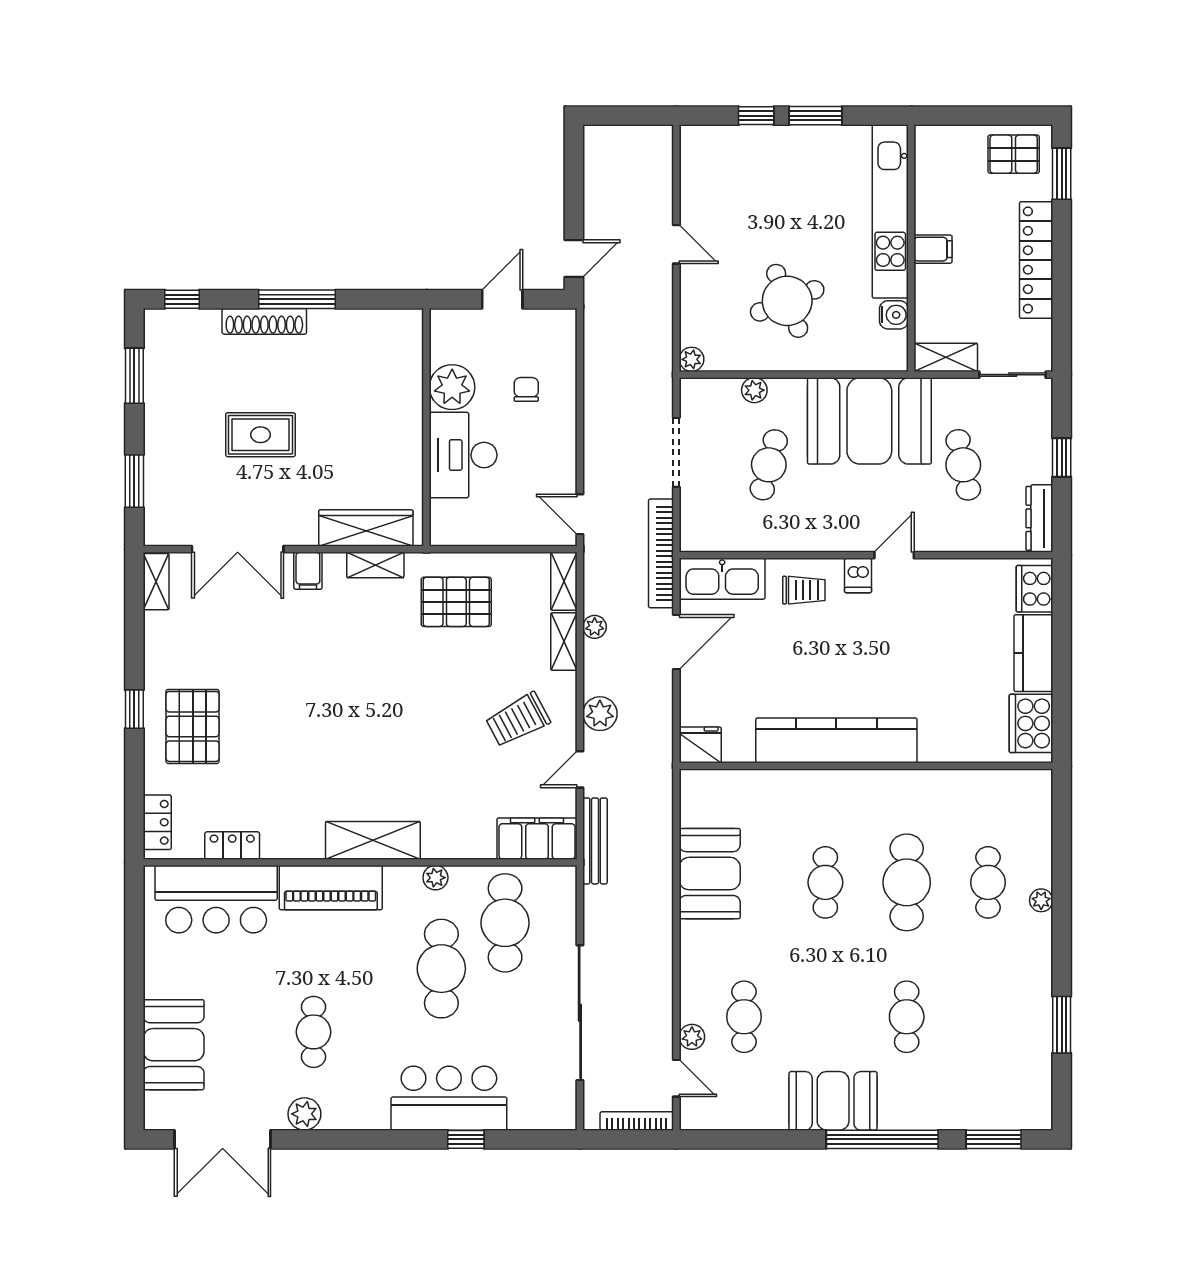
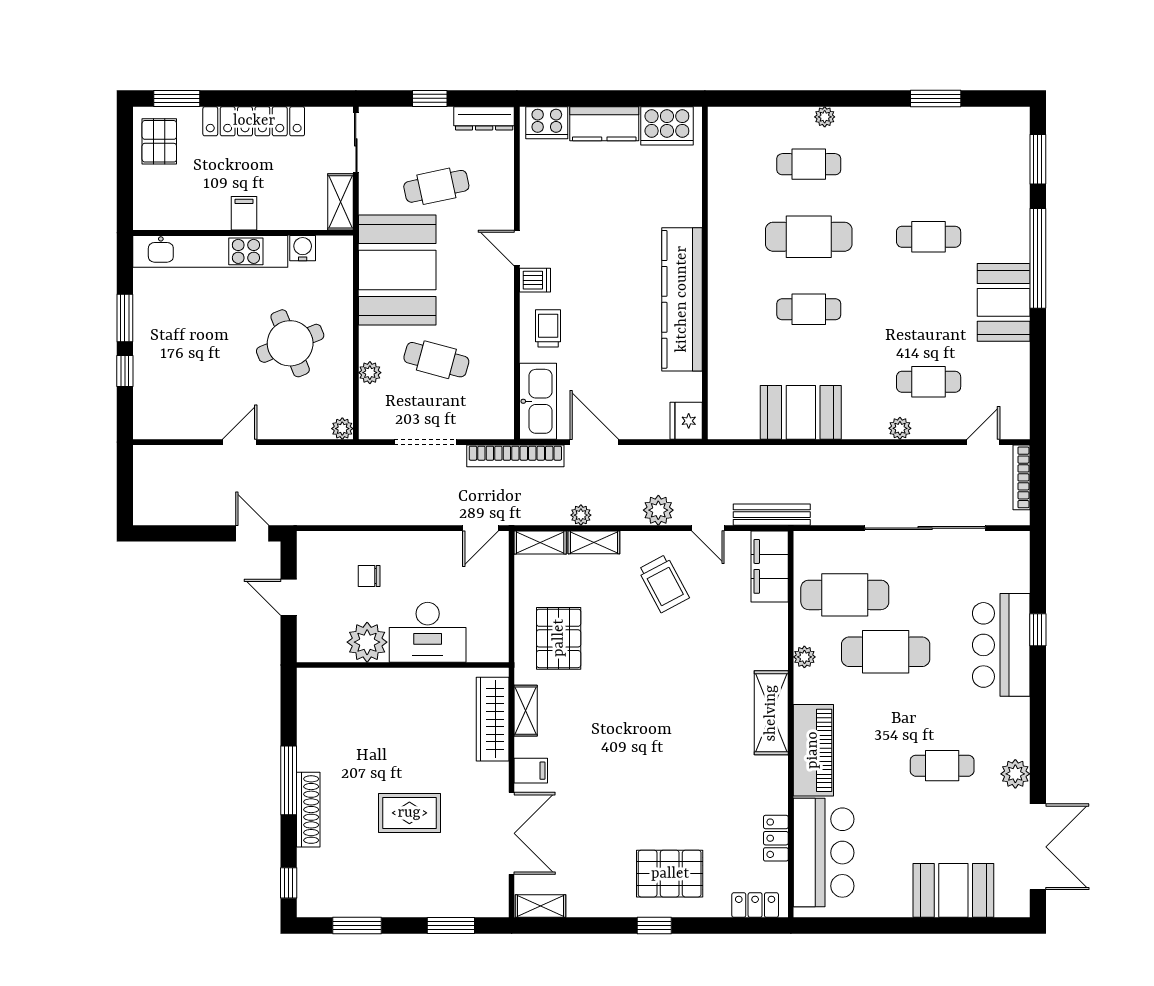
rug: (260, 435) -> (409, 813), turned 90
plant: (692, 1037) -> (900, 428), moved

